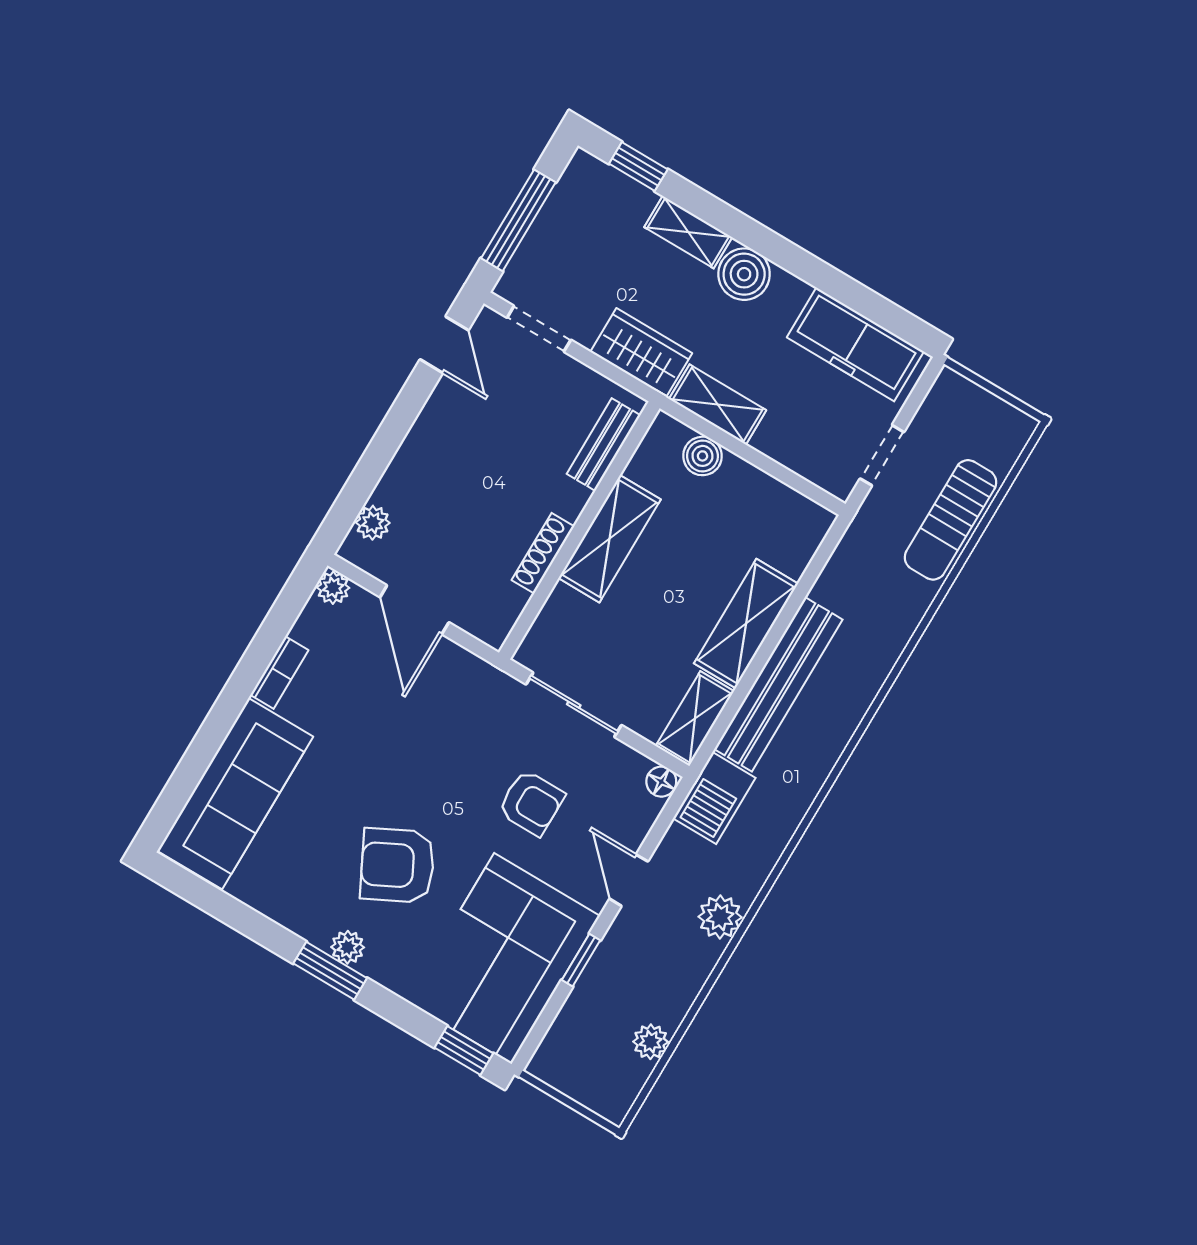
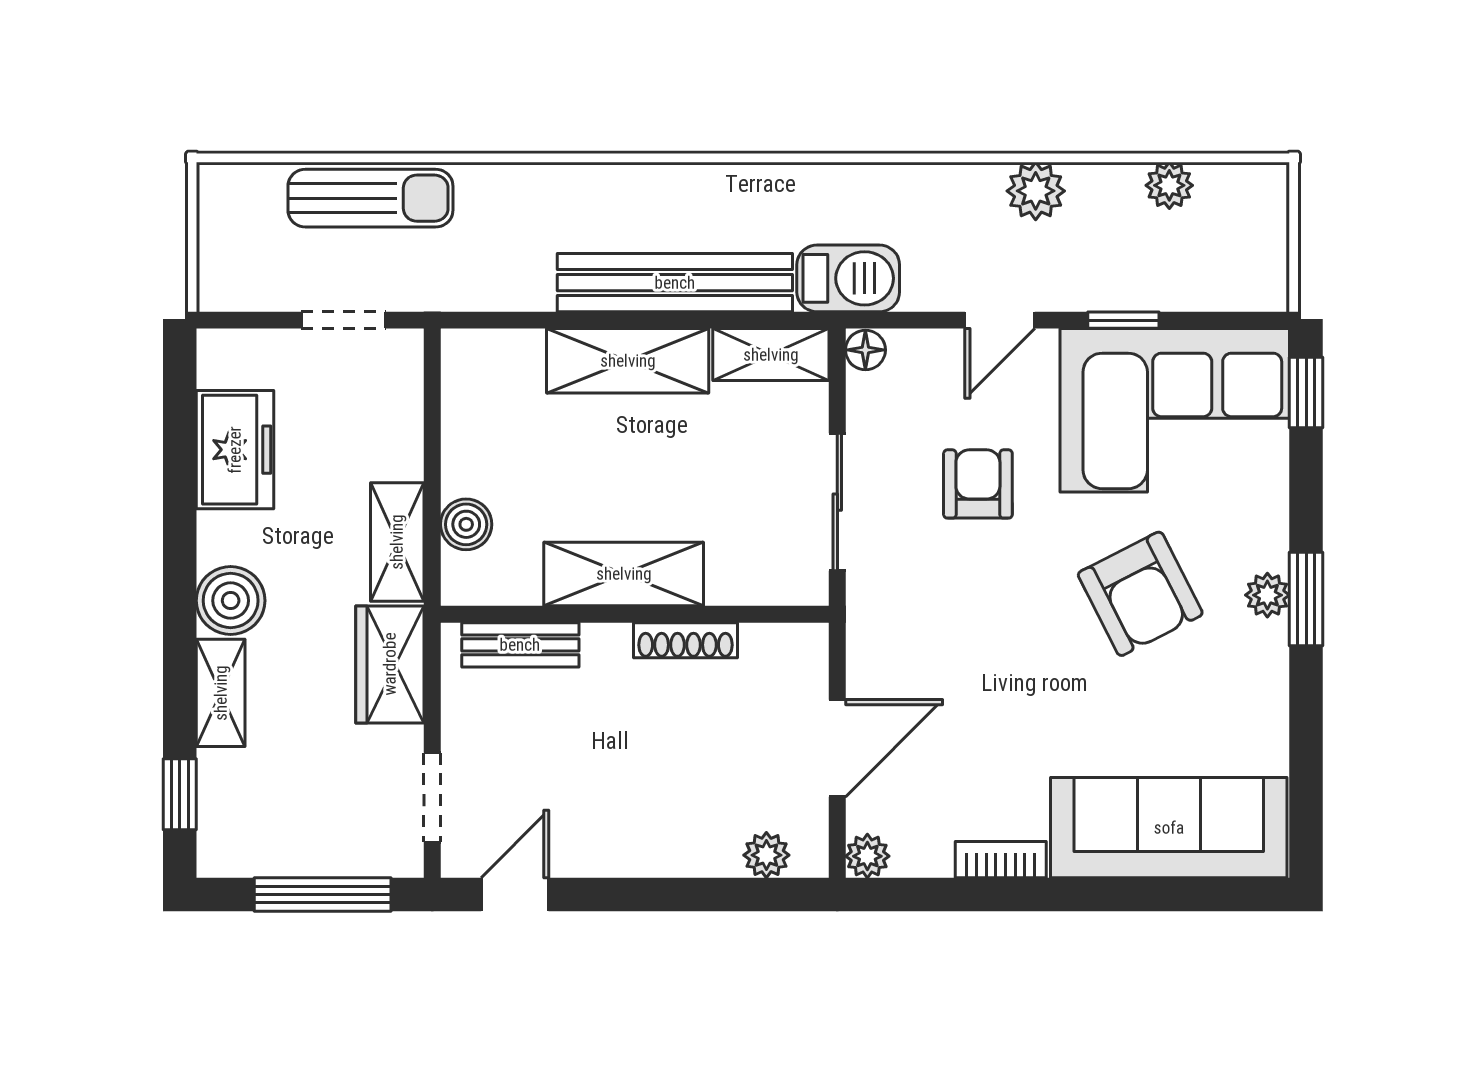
freezer: (855, 344) -> (235, 450), width x0.71
plant: (720, 917) -> (1036, 191), moved

